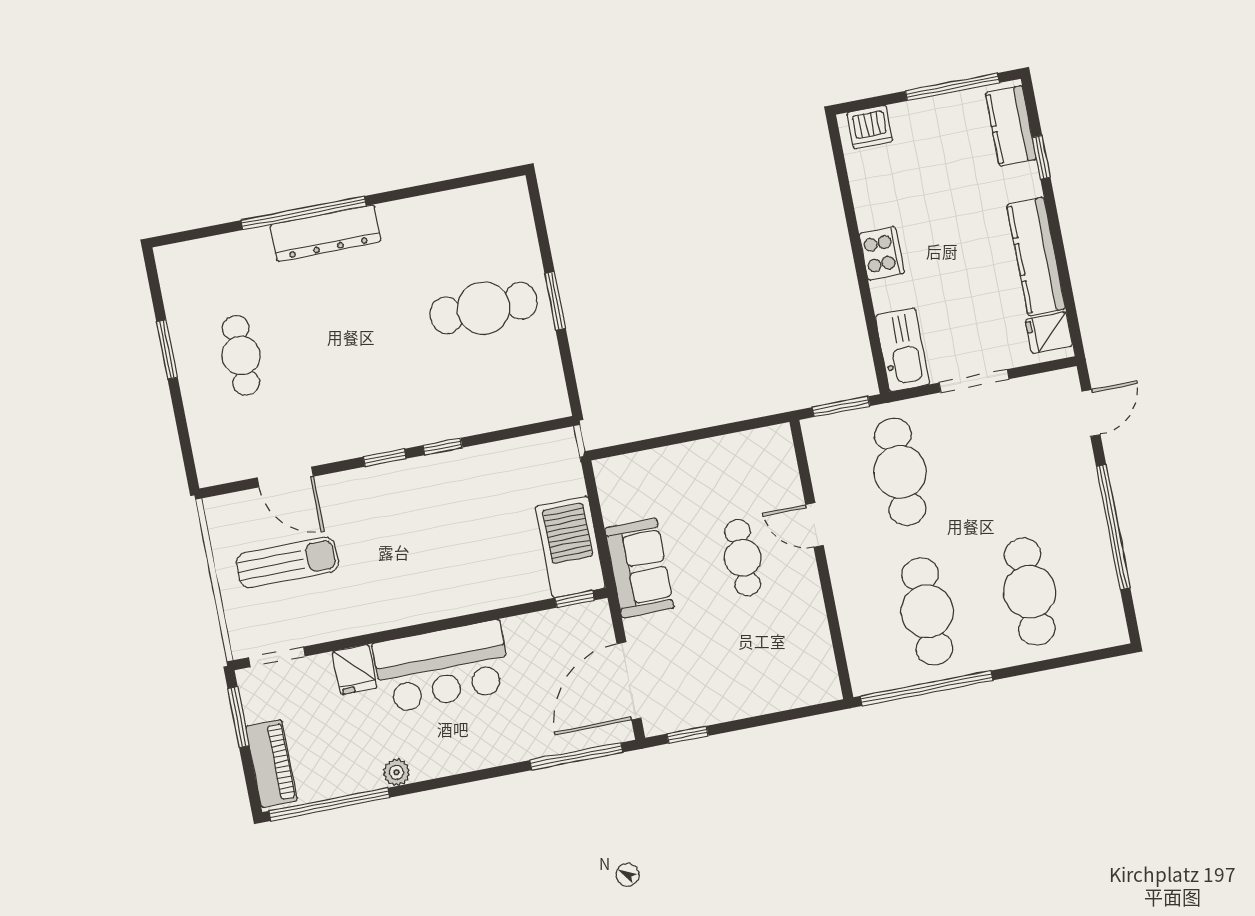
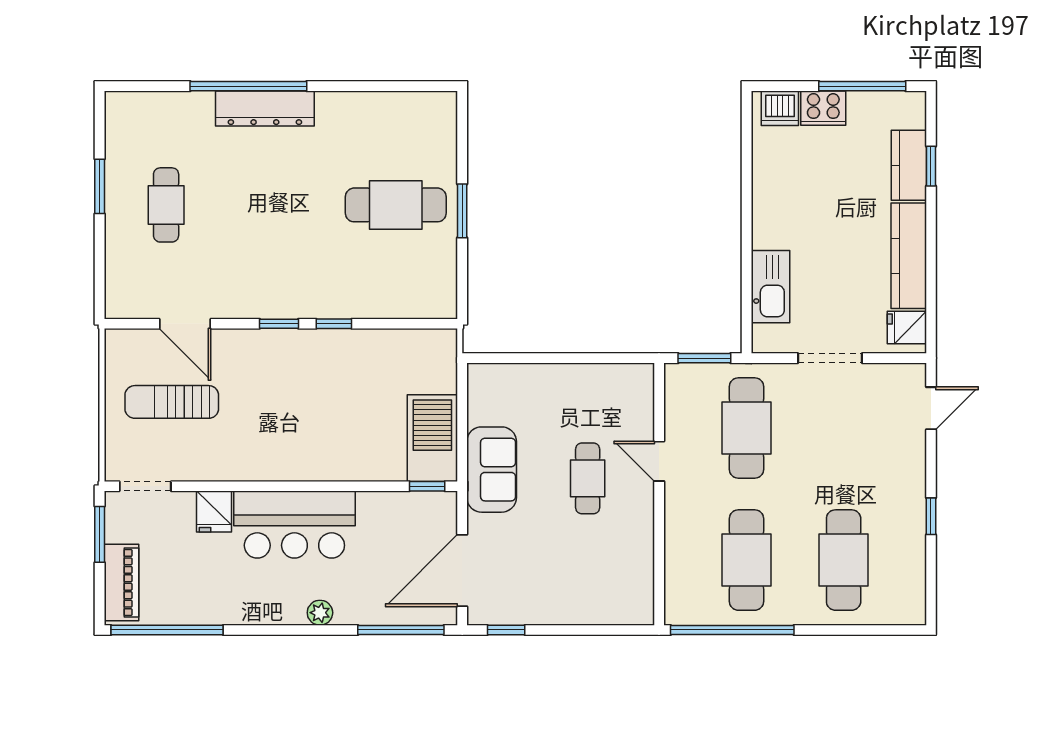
kitchen counter: (1011, 126) -> (909, 165), moved
cooker: (882, 253) -> (823, 108), moved, turned 90
kitchen sink: (903, 350) -> (770, 287), moved
window: (1113, 527) -> (931, 516), width x0.32
sun lounger: (287, 562) -> (172, 402), turned 180
plant: (397, 772) -> (320, 613), moved

